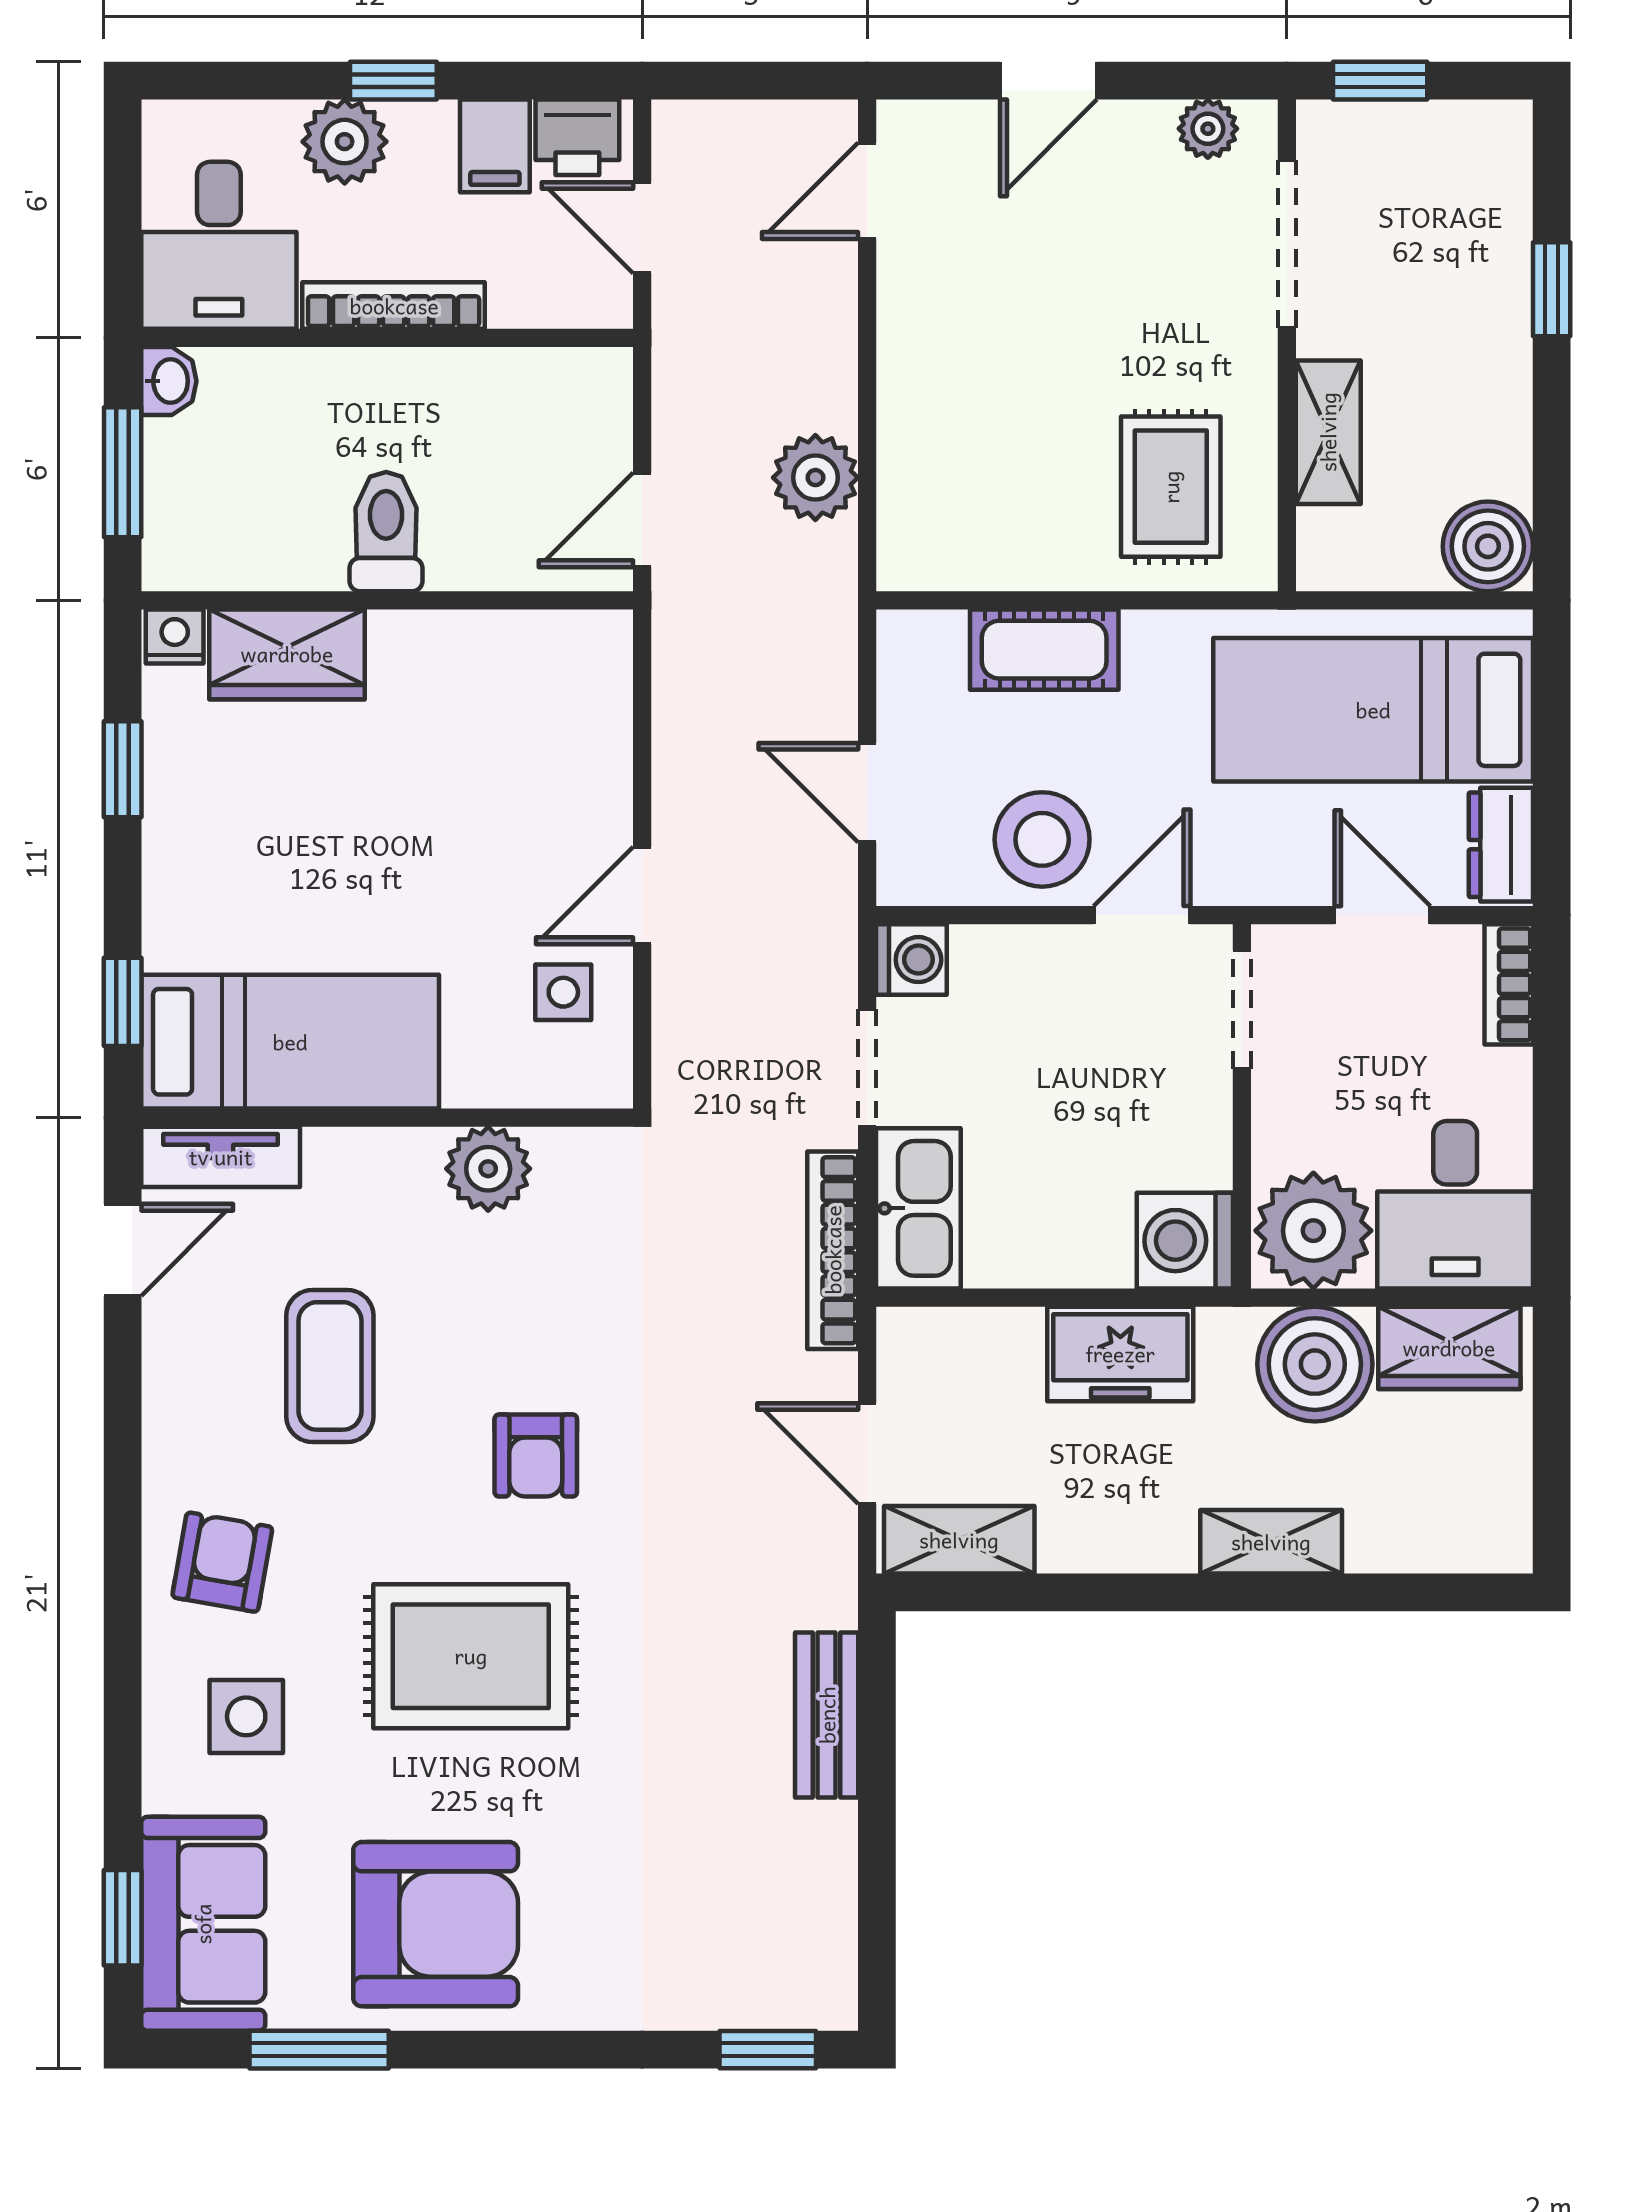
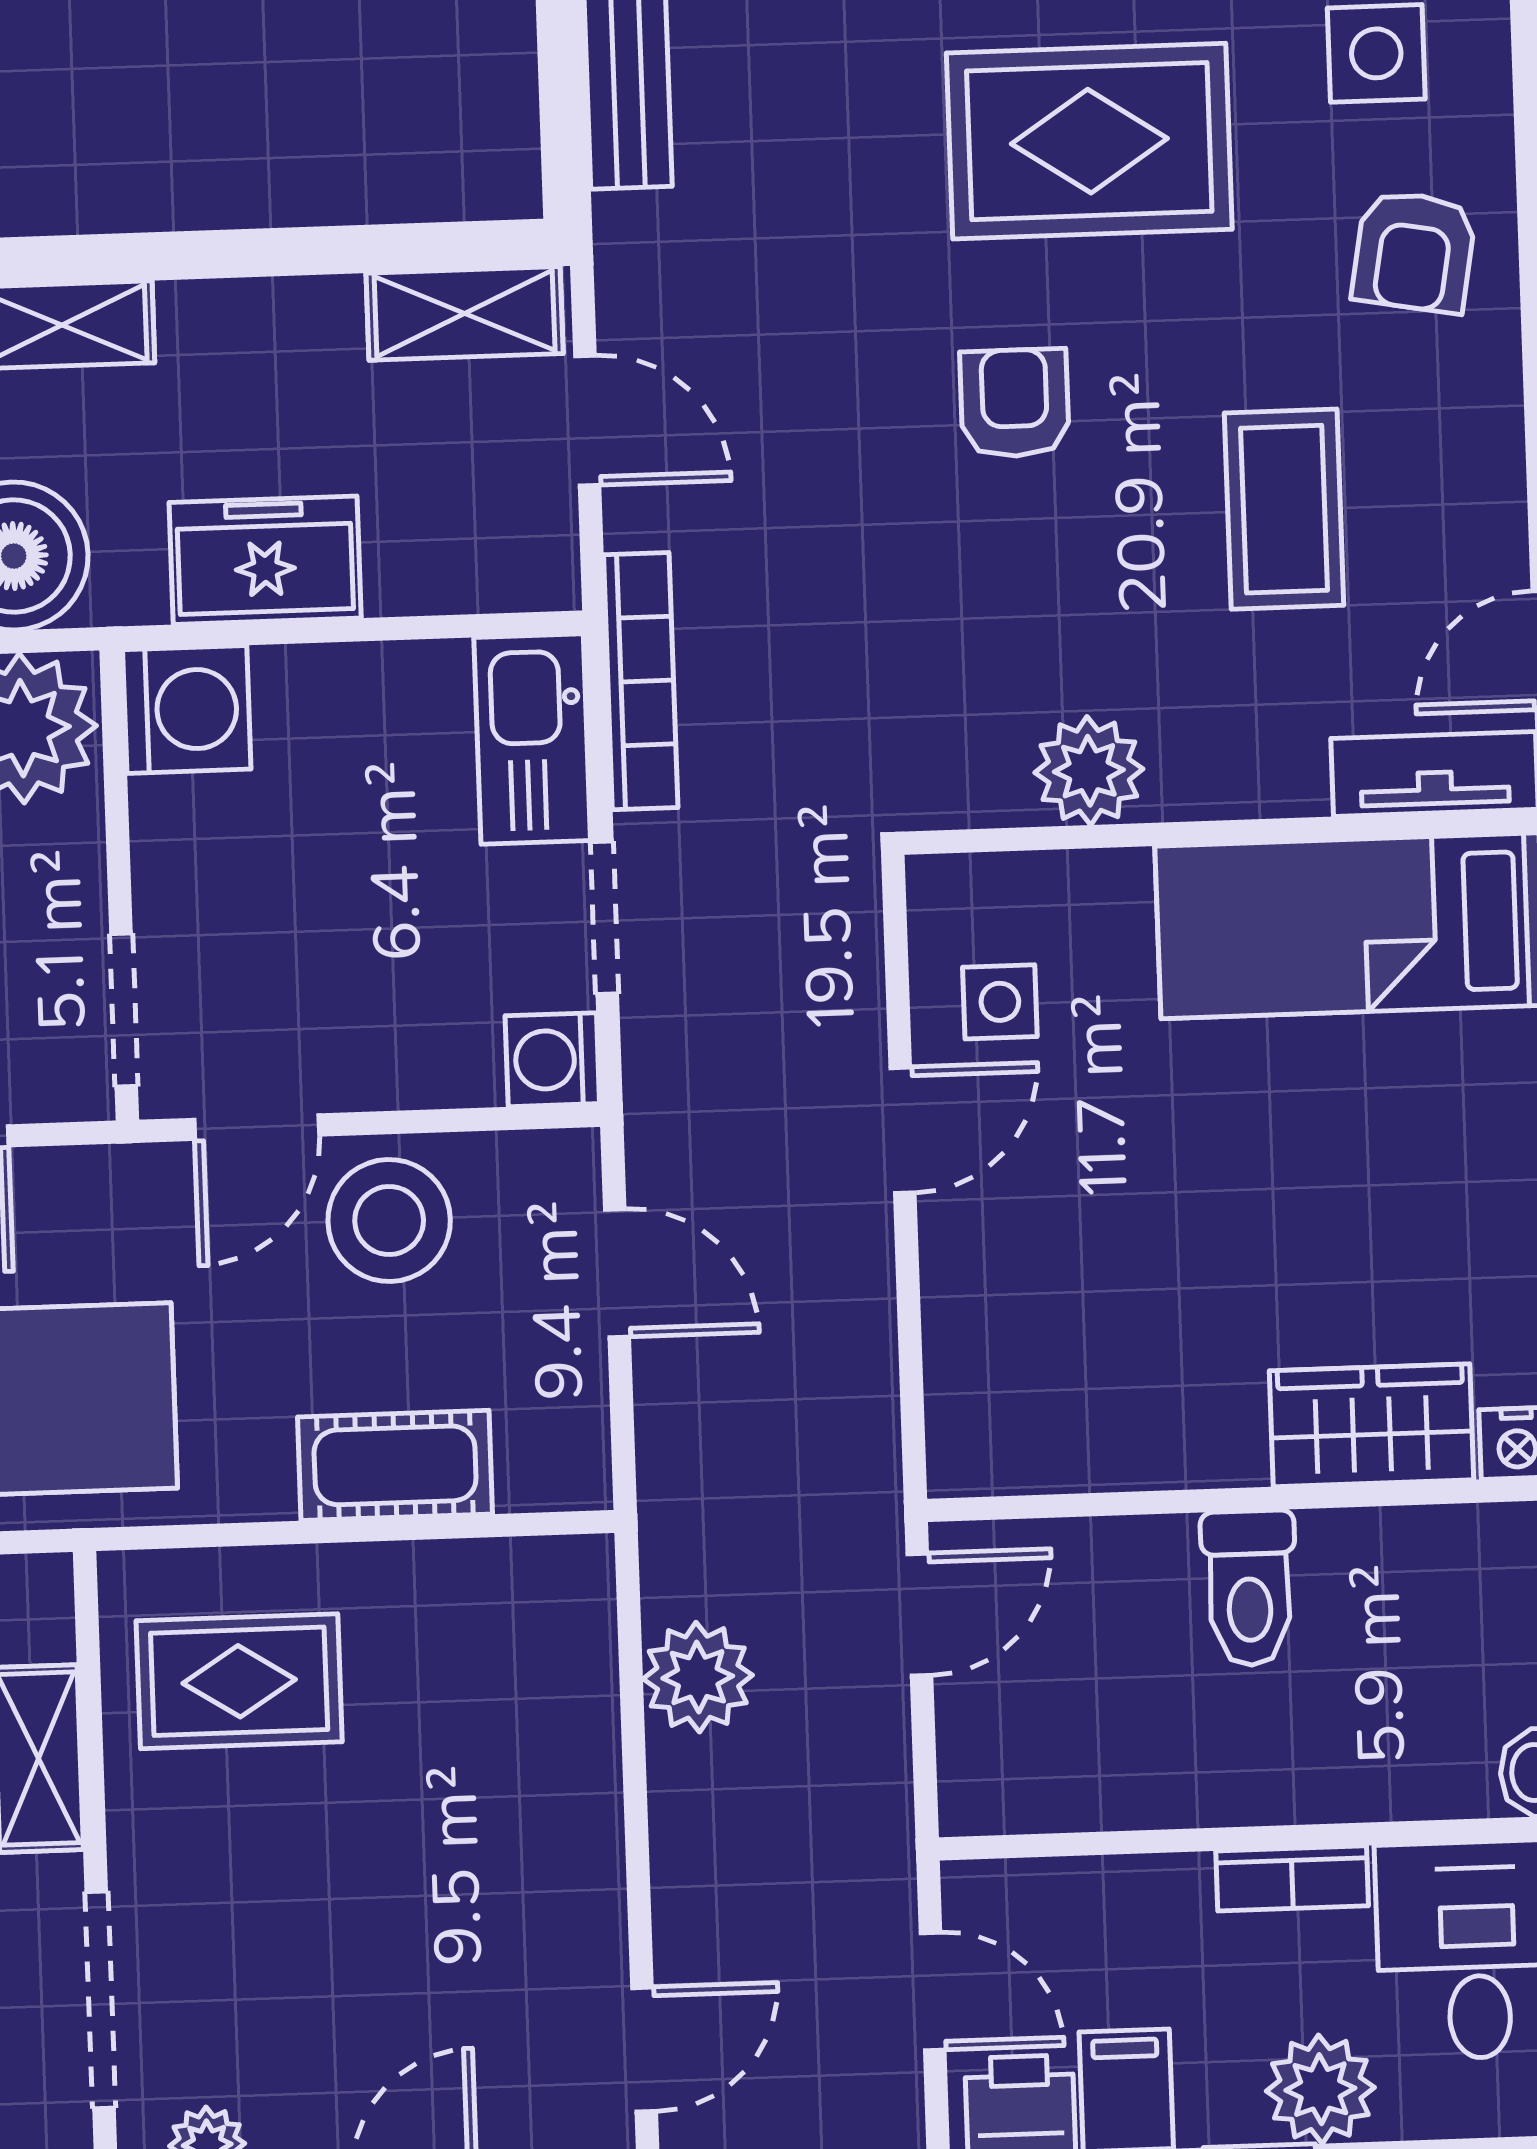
bookcase: (394, 306) -> (1292, 1878), width x0.64
rug: (1171, 487) -> (239, 1681), turned 90

